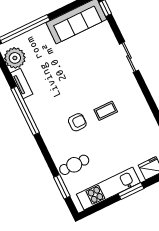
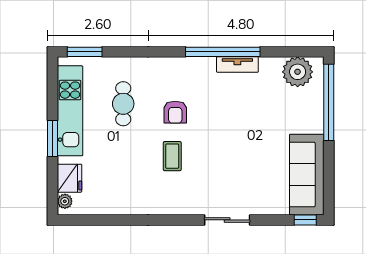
tv unit: (22, 84) -> (237, 65), moved
cafe table: (74, 165) -> (123, 104), moved
window: (62, 187) -> (85, 52), moved

